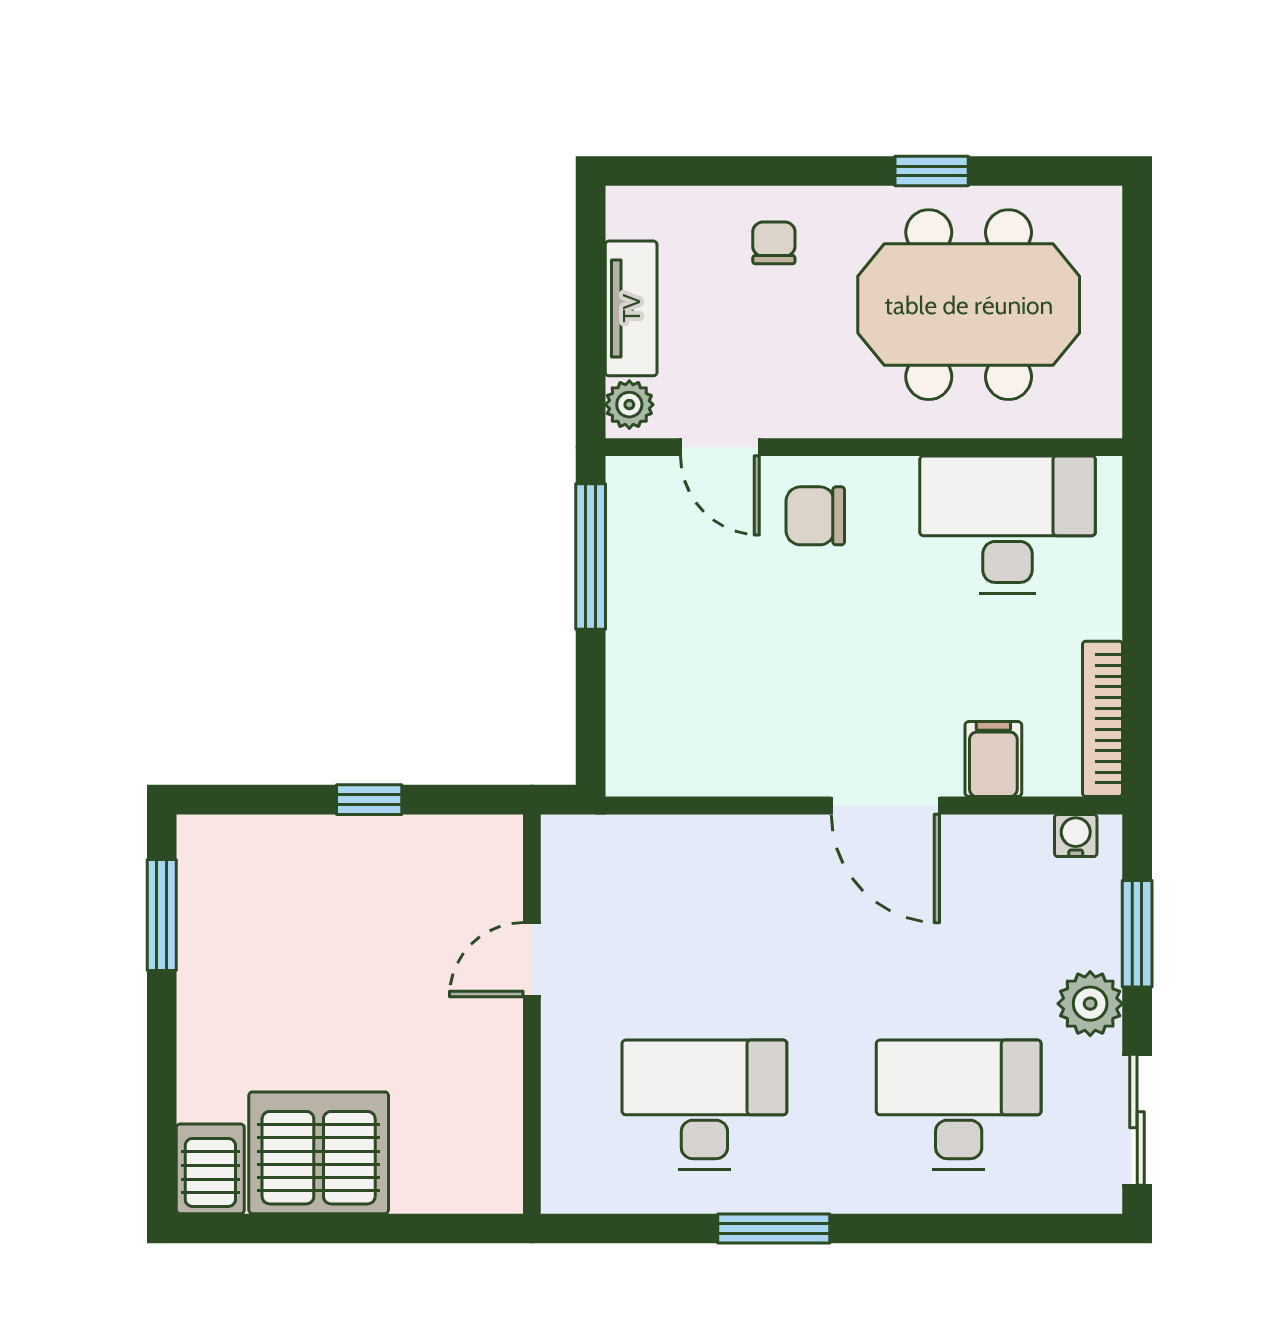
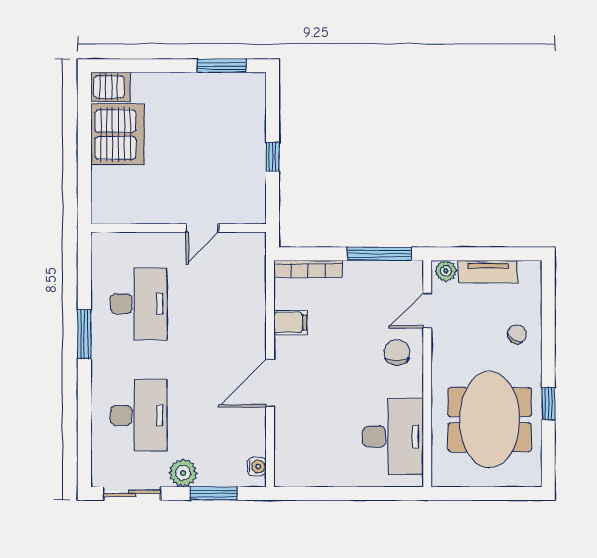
chair: (774, 243) -> (517, 334), turned -59
bookcase: (1102, 719) -> (308, 269), moved, turned 180
filing cabinet: (993, 759) -> (290, 323), moved
door: (532, 960) -> (202, 228), swing flipped

